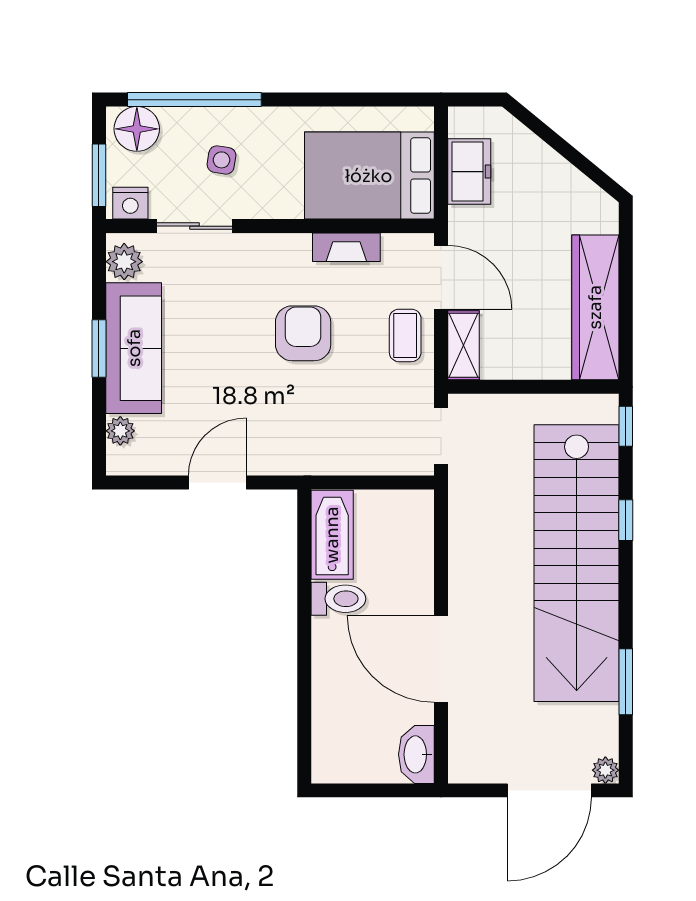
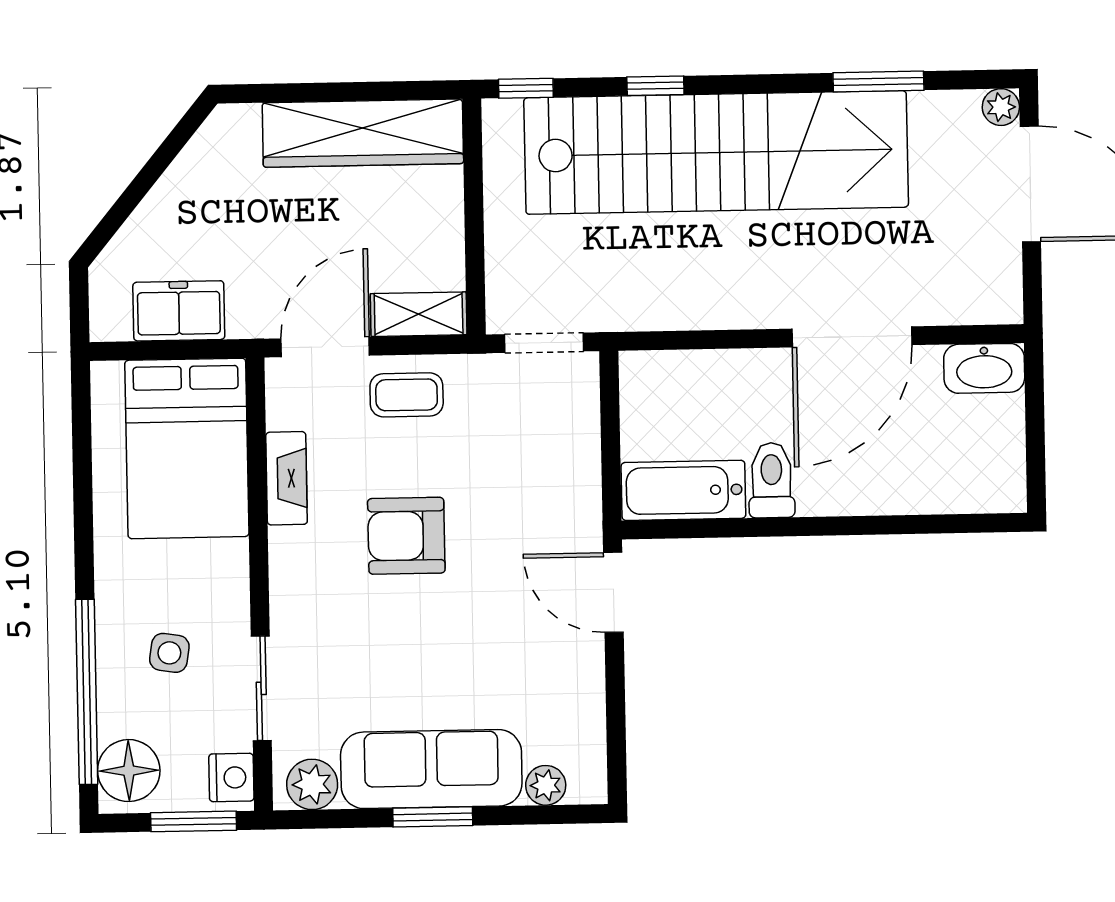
door: (217, 483) -> (613, 592), moved

